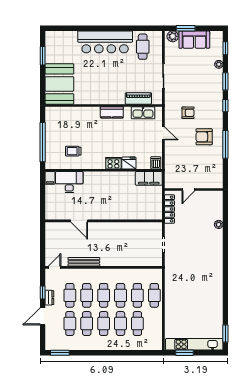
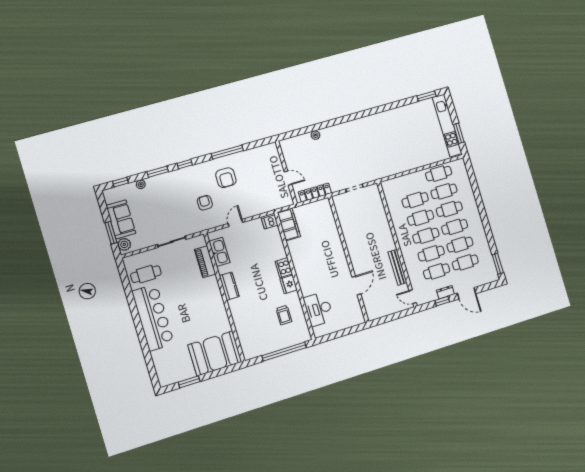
fridge: (129, 163) -> (289, 284), moved
filing cabinet: (50, 178) -> (320, 331), removed
cafe table: (154, 295) -> (439, 174), moved

